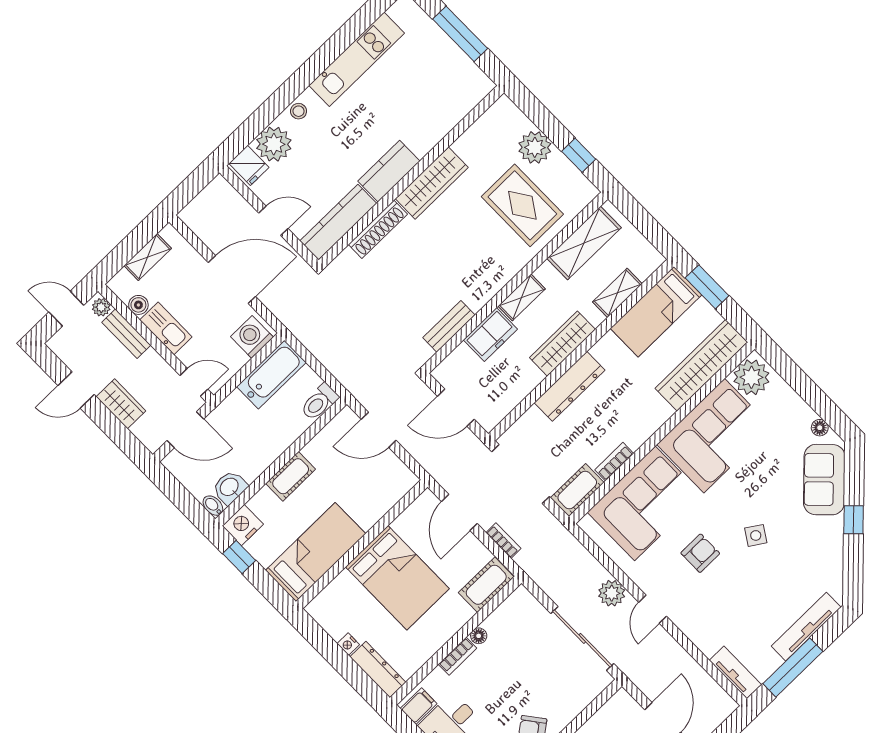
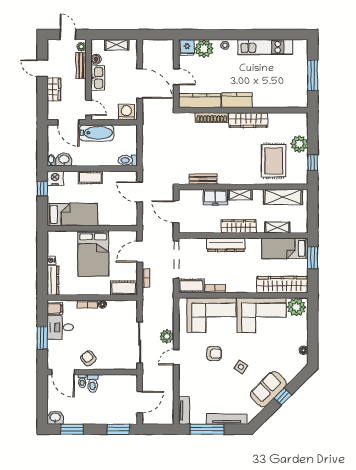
bathtub: (271, 374) -> (97, 133), moved
sofa: (824, 480) -> (268, 389), moved

